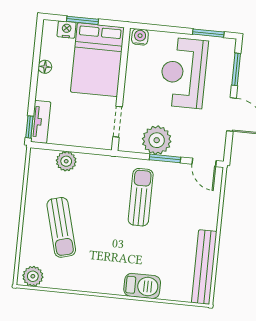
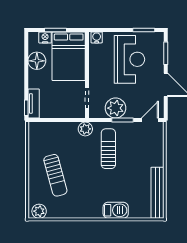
floor lamp: (45, 67) -> (37, 61), width x1.89, depth x1.89
reception desk: (184, 73) -> (129, 59), turned 180
plant: (66, 161) -> (85, 129), moved
door: (204, 162) -> (150, 120), swing flipped

